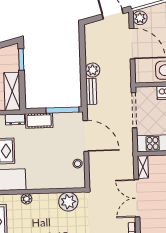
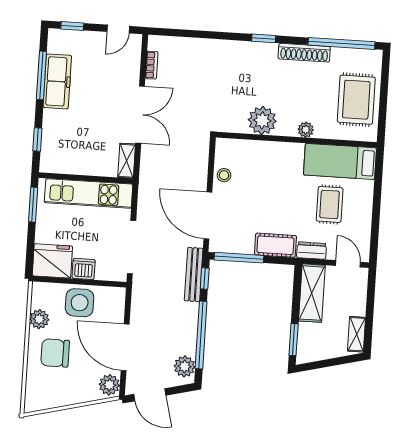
window: (83, 57) -> (201, 335), added
plant: (93, 70) -> (185, 366), moved
bench: (91, 91) -> (194, 274), width x1.36
window: (84, 94) -> (205, 278), added
plant: (68, 202) -> (262, 121), moved

